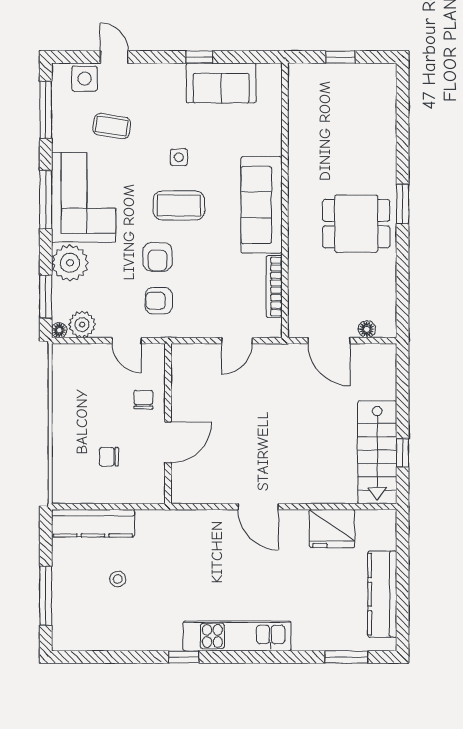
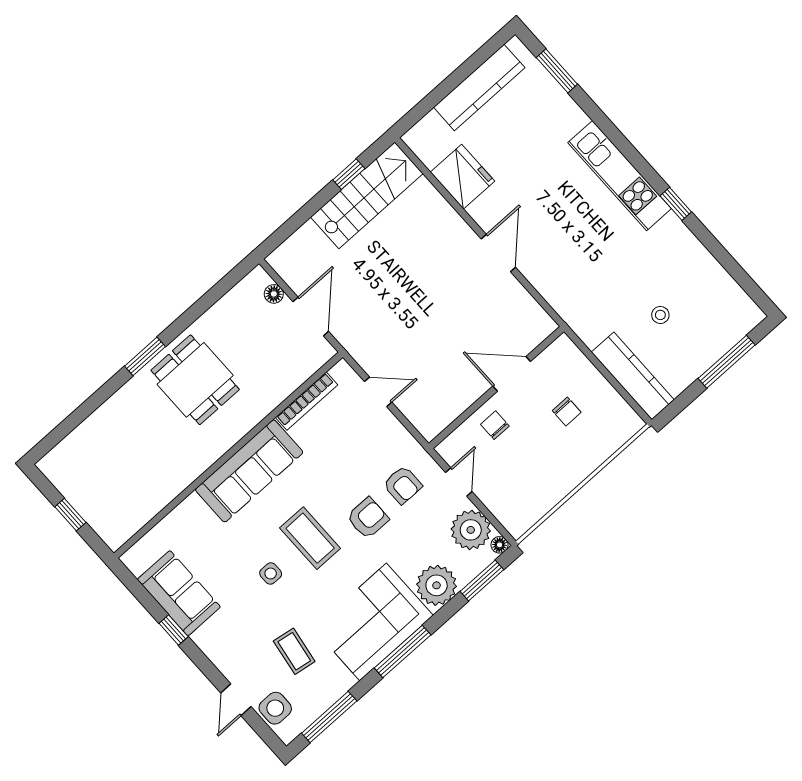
plant: (82, 325) -> (471, 530), width x1.36, depth x1.36
chair: (143, 400) -> (495, 425), turned 90

